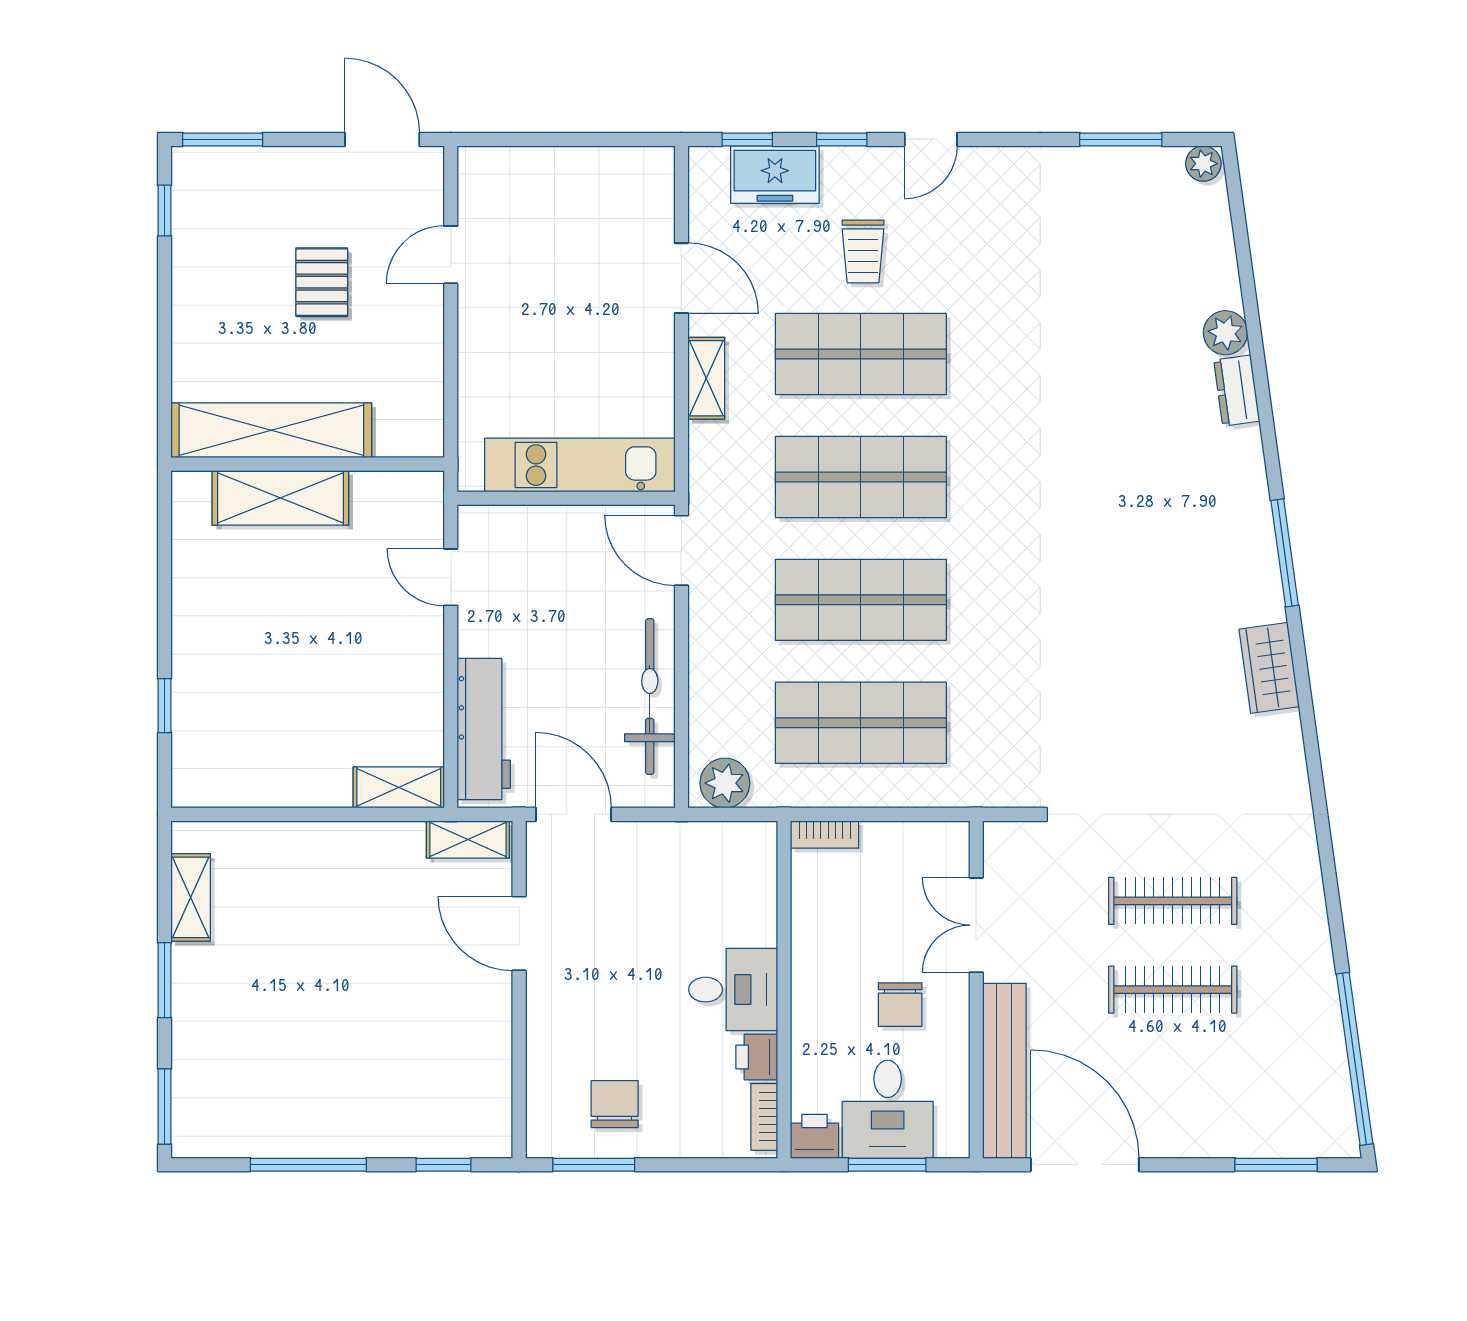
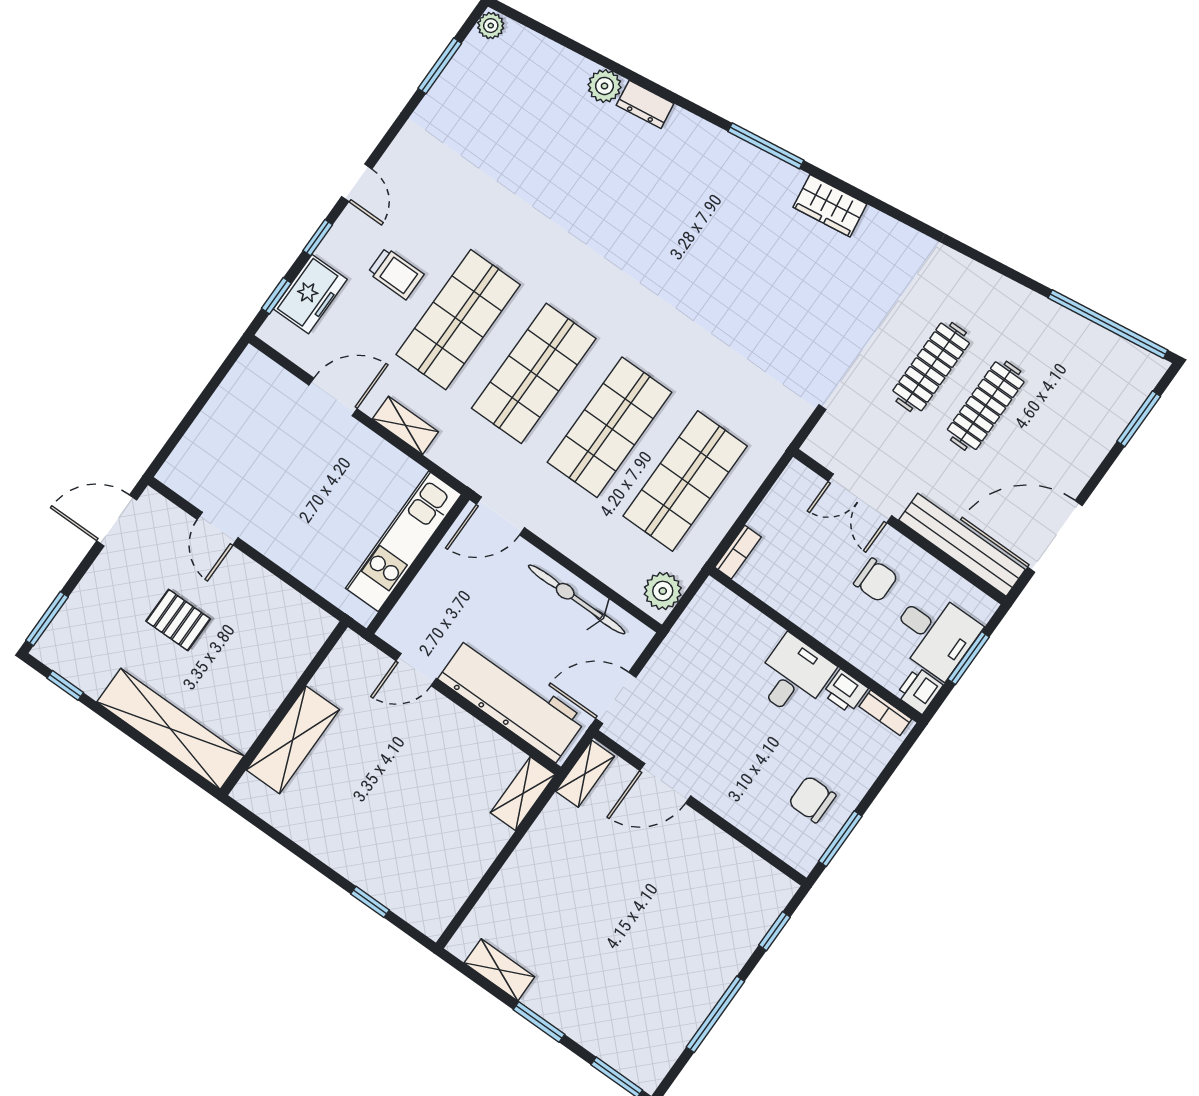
shelving: (271, 430) -> (170, 729), moved, turned 90
workbench: (484, 729) -> (512, 699), width x1.36, depth x1.32

